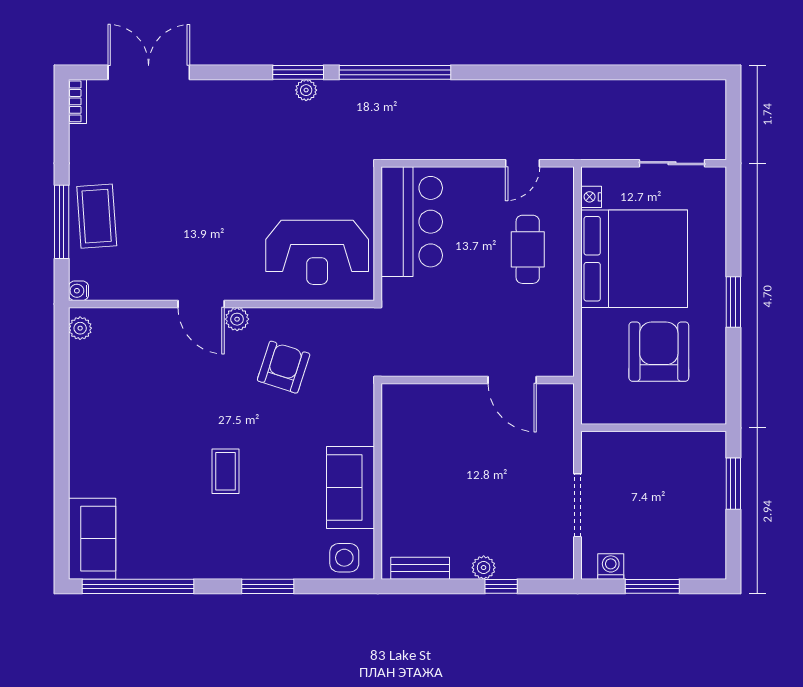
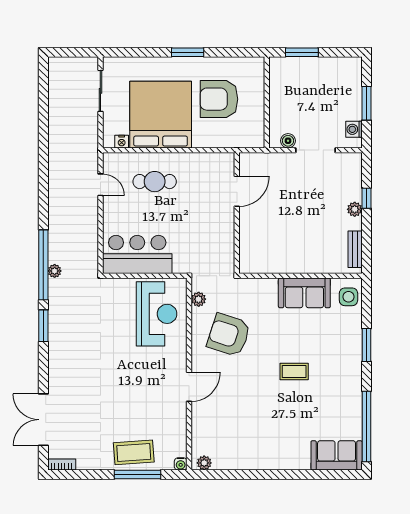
plant: (306, 90) -> (55, 271), moved
plant: (237, 319) -> (199, 299), moved
armchair: (284, 367) -> (229, 335), width x1.36, depth x1.36
boiler: (593, 462) -> (288, 141), added

